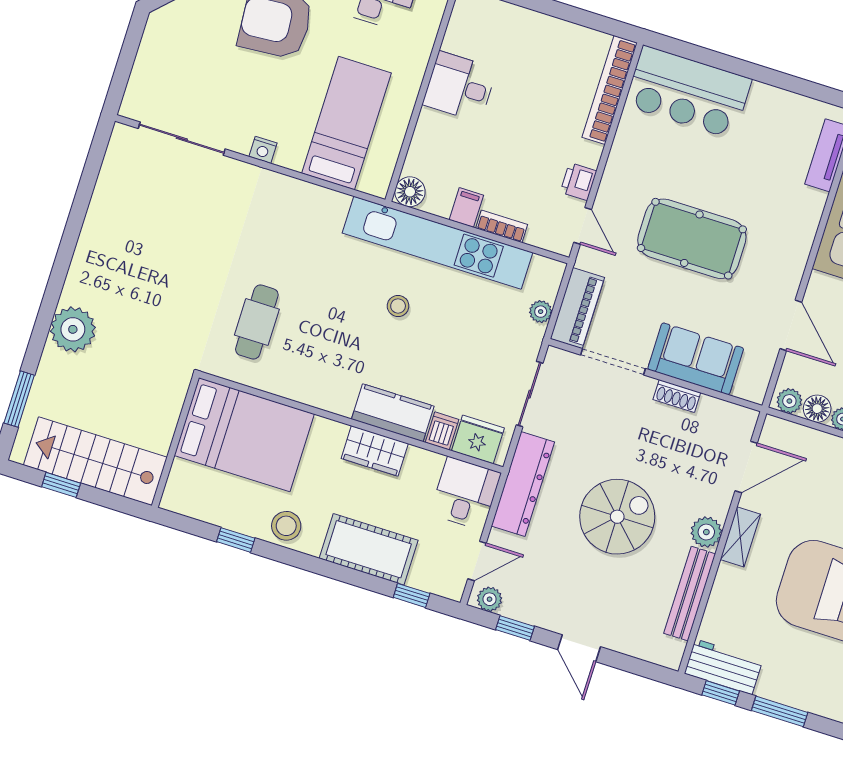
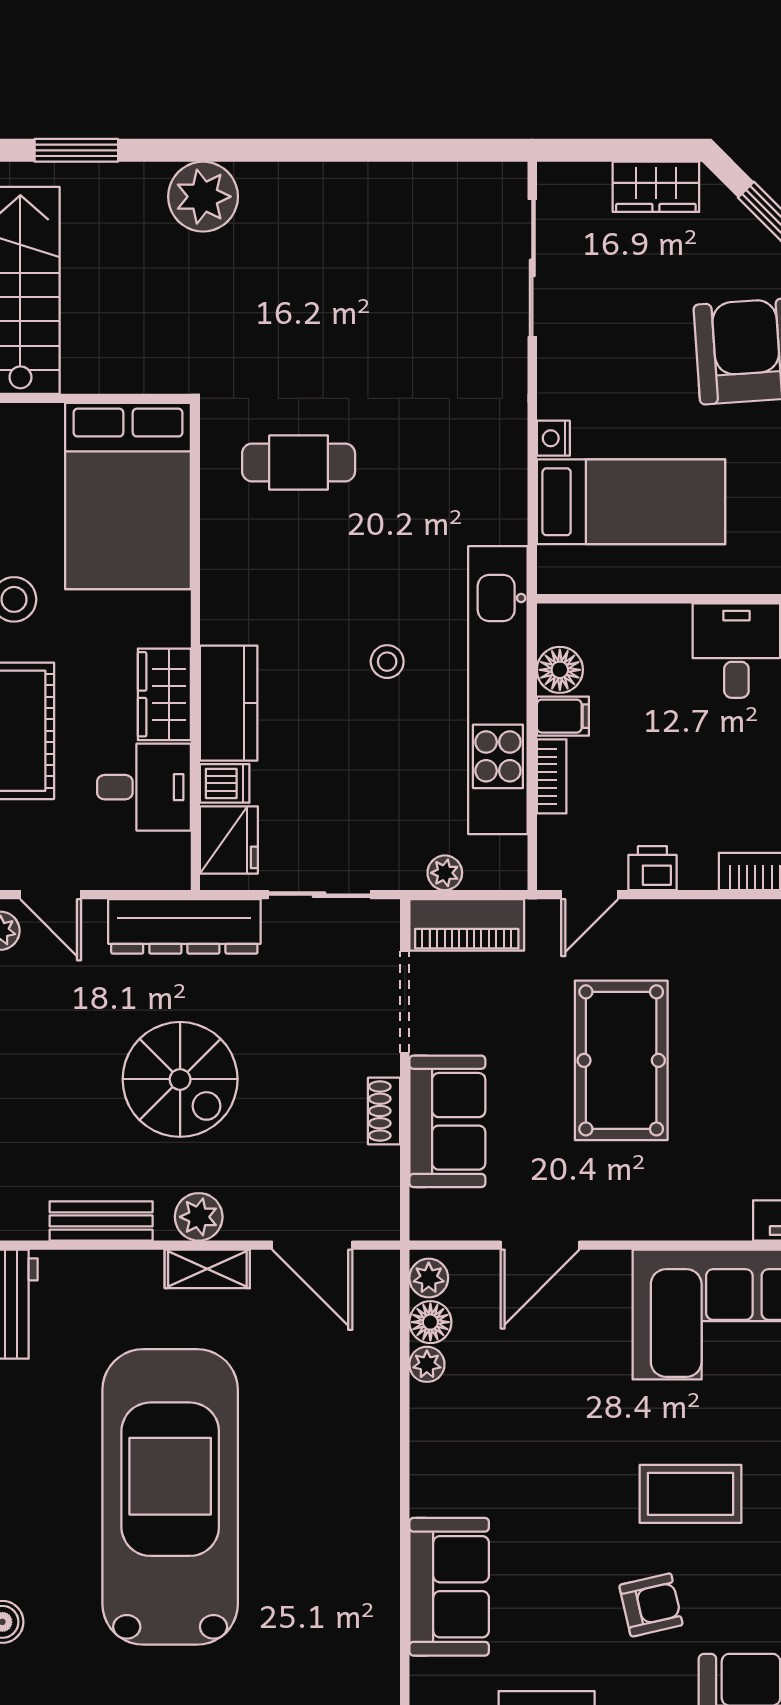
wardrobe: (156, 46) -> (656, 187), added
nightstand: (263, 150) -> (553, 438), moved
floor lamp: (410, 192) -> (560, 670), moved
desk: (465, 494) -> (144, 787), moved
bench: (690, 594) -> (101, 1221), width x0.73

